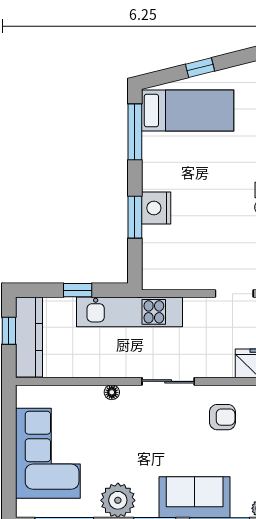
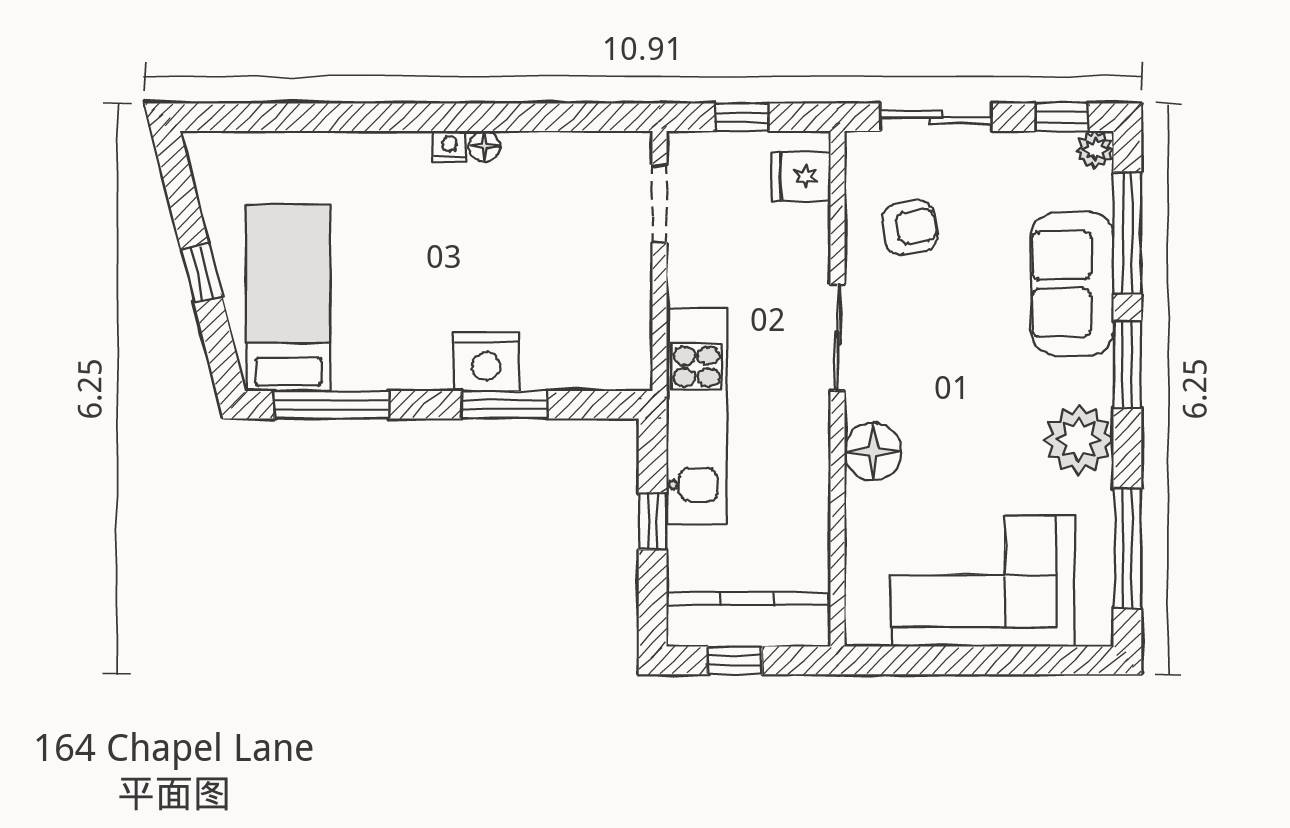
floor lamp: (112, 392) -> (873, 452), width x1.89, depth x1.89
armchair: (222, 417) -> (910, 227), turned 81

